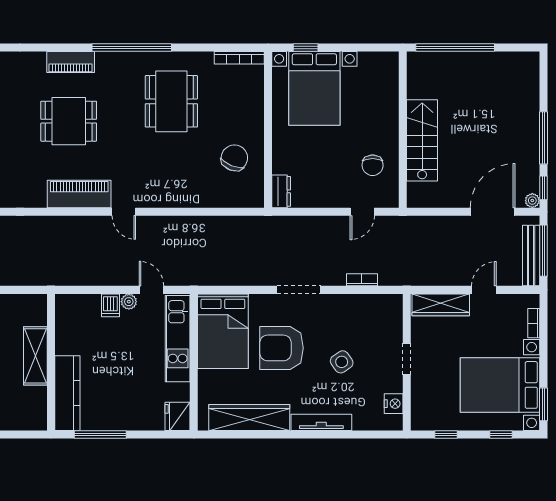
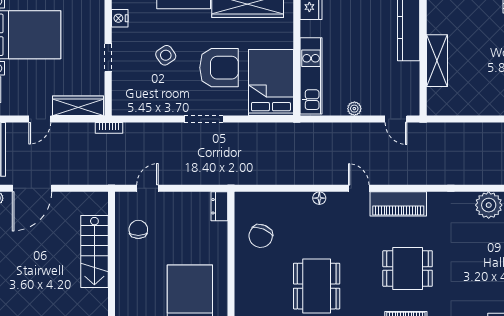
floor lamp: (168, 201) -> (319, 198), added
bookcase: (362, 280) -> (109, 128), moved
door: (151, 290) -> (396, 119), moved
dishwasher: (110, 305) -> (371, 105), removed

